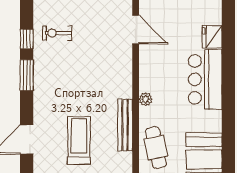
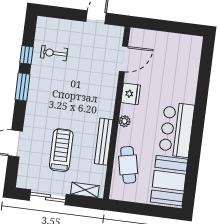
door: (136, 30) -> (123, 59), hinge flipped
fridge: (212, 37) -> (131, 94), moved, turned 180
bar counter: (205, 79) -> (177, 130), moved

